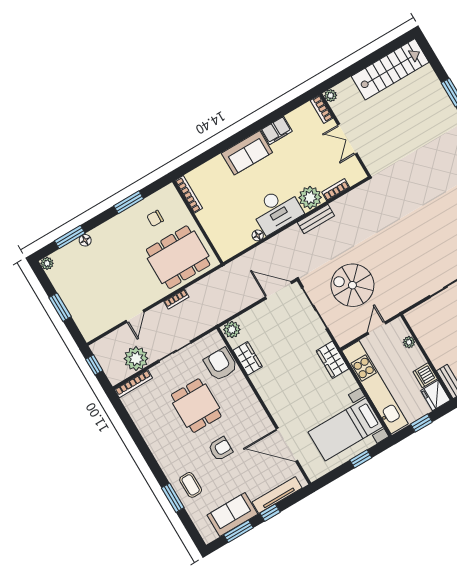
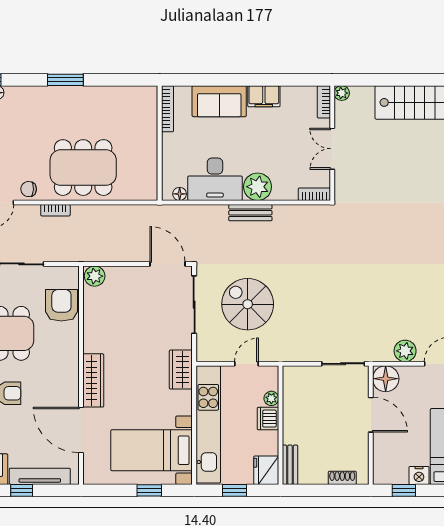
bookcase: (336, 190) -> (314, 194), moved
bookcase: (189, 194) -> (167, 109), moved
chair: (155, 218) -> (29, 189), moved
wall: (198, 222) -> (160, 143), moved
wardrobe: (248, 358) -> (93, 380), moved, width x1.50
dishwasher: (425, 375) -> (268, 419), moved

